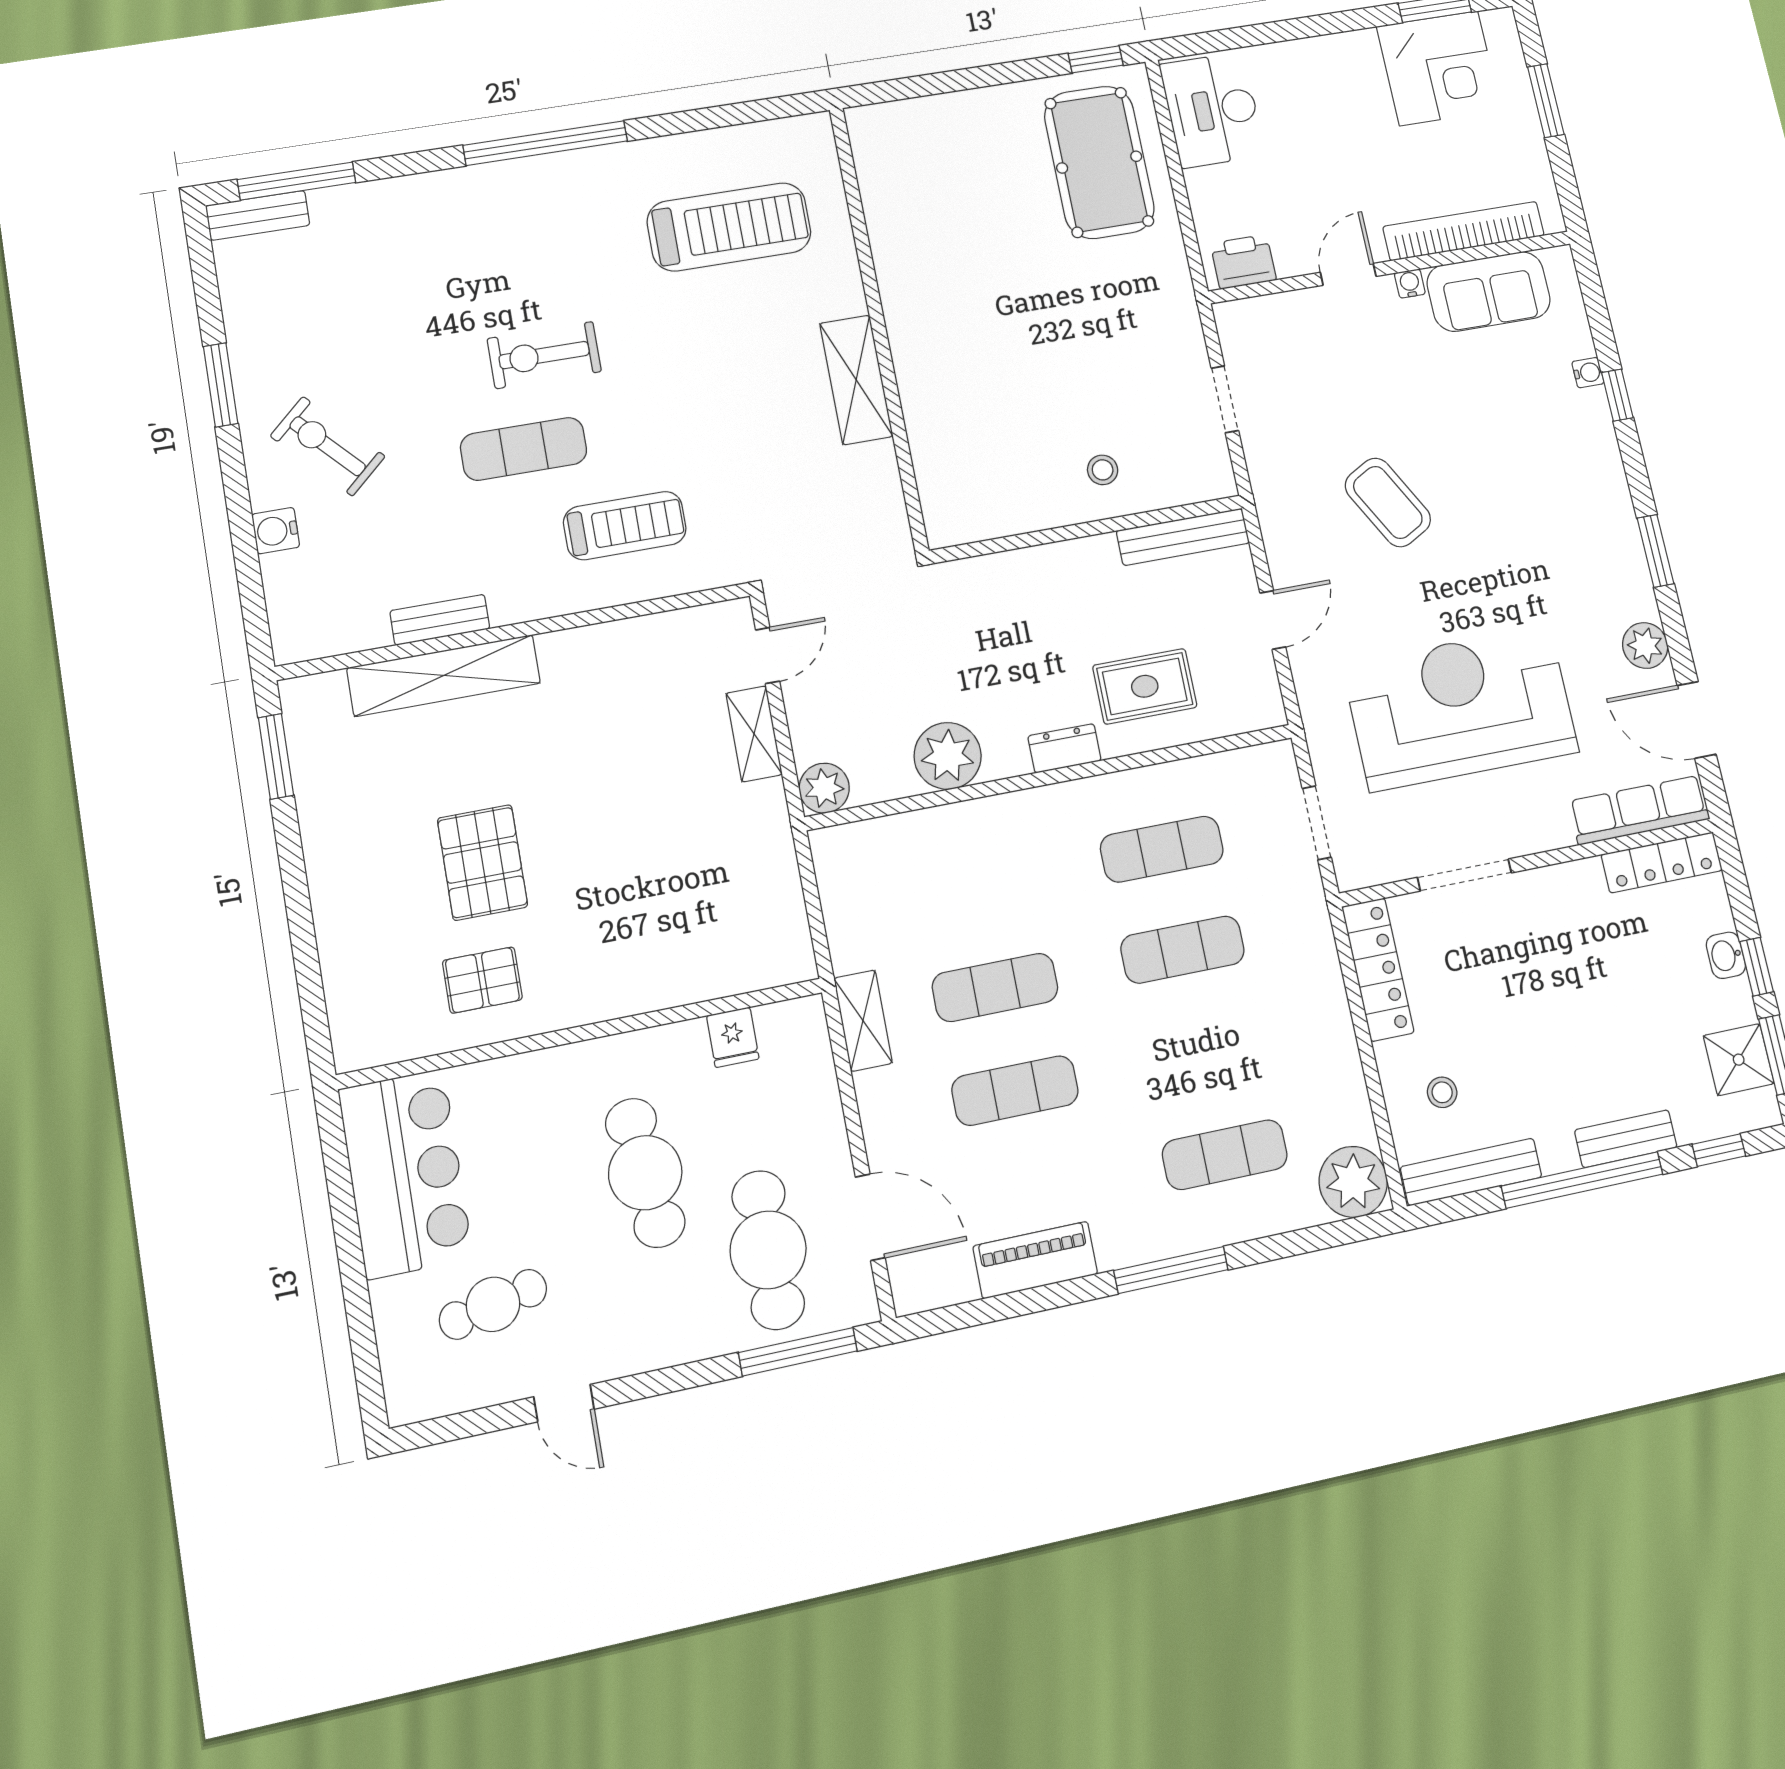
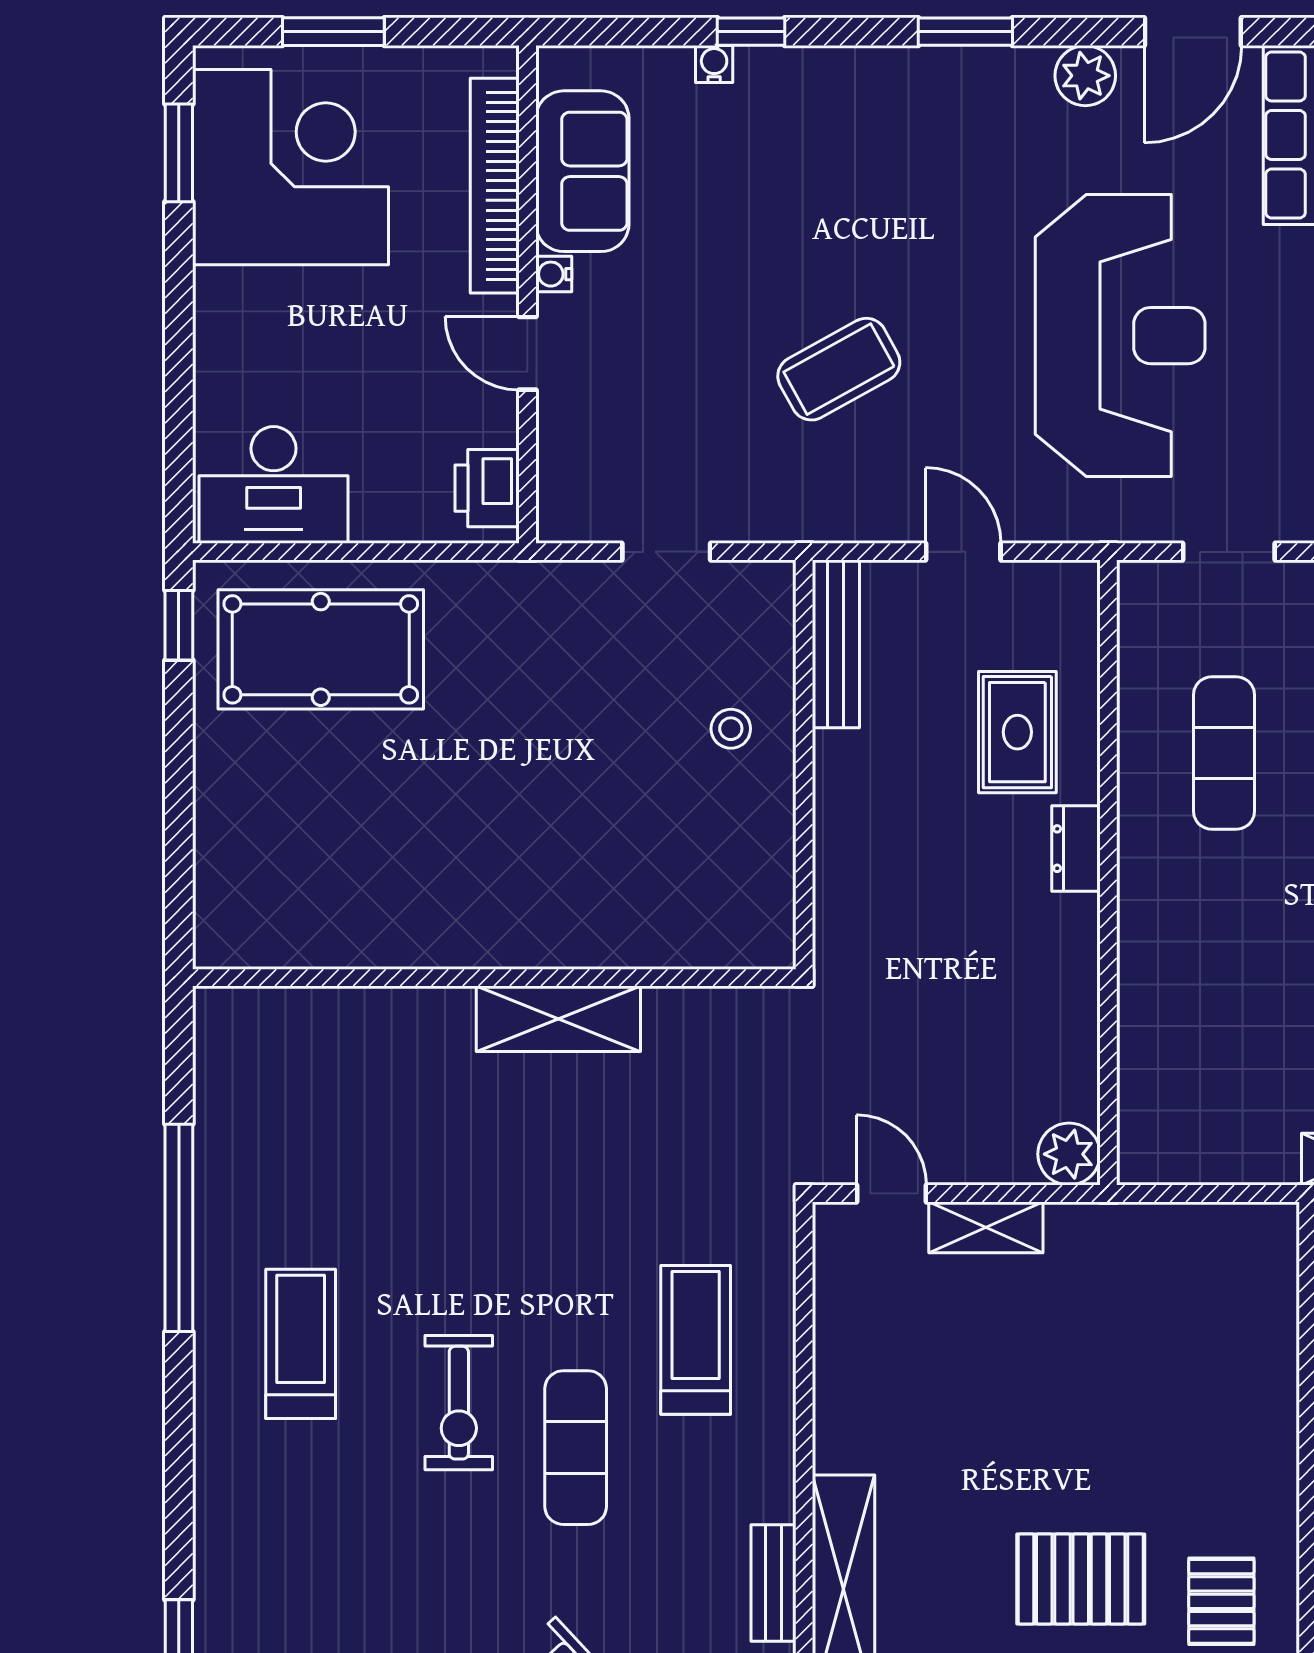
corner desk: (1439, 68) -> (291, 167), width x1.36, depth x1.36
window: (545, 143) -> (179, 1228), moved
treadmill: (729, 227) -> (301, 1344), moved, width x0.73, depth x0.73
reception desk: (1460, 708) -> (1120, 336), turned 180
plant: (948, 756) -> (1058, 995), removed

